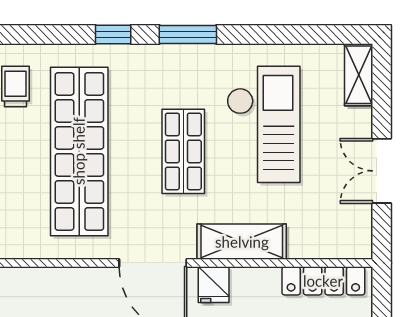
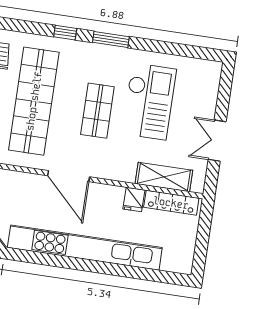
shelving: (359, 75) -> (212, 80), removed
shelving: (242, 242) -> (164, 177), moved
fridge: (214, 285) -> (134, 199), moved

